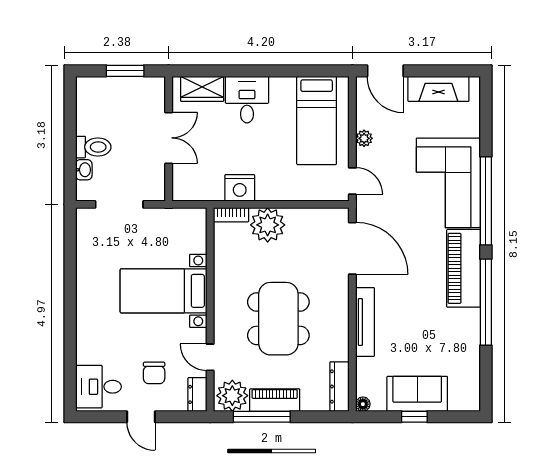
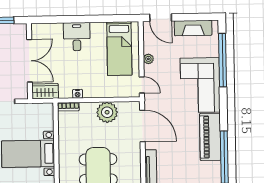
wardrobe: (202, 89) -> (45, 91), moved, turned 180
double door: (169, 138) -> (29, 61), width x1.37
nightstand: (240, 188) -> (78, 94), width x0.53, depth x0.56
window: (486, 201) -> (223, 60), moved
plant: (268, 225) -> (107, 112), moved

